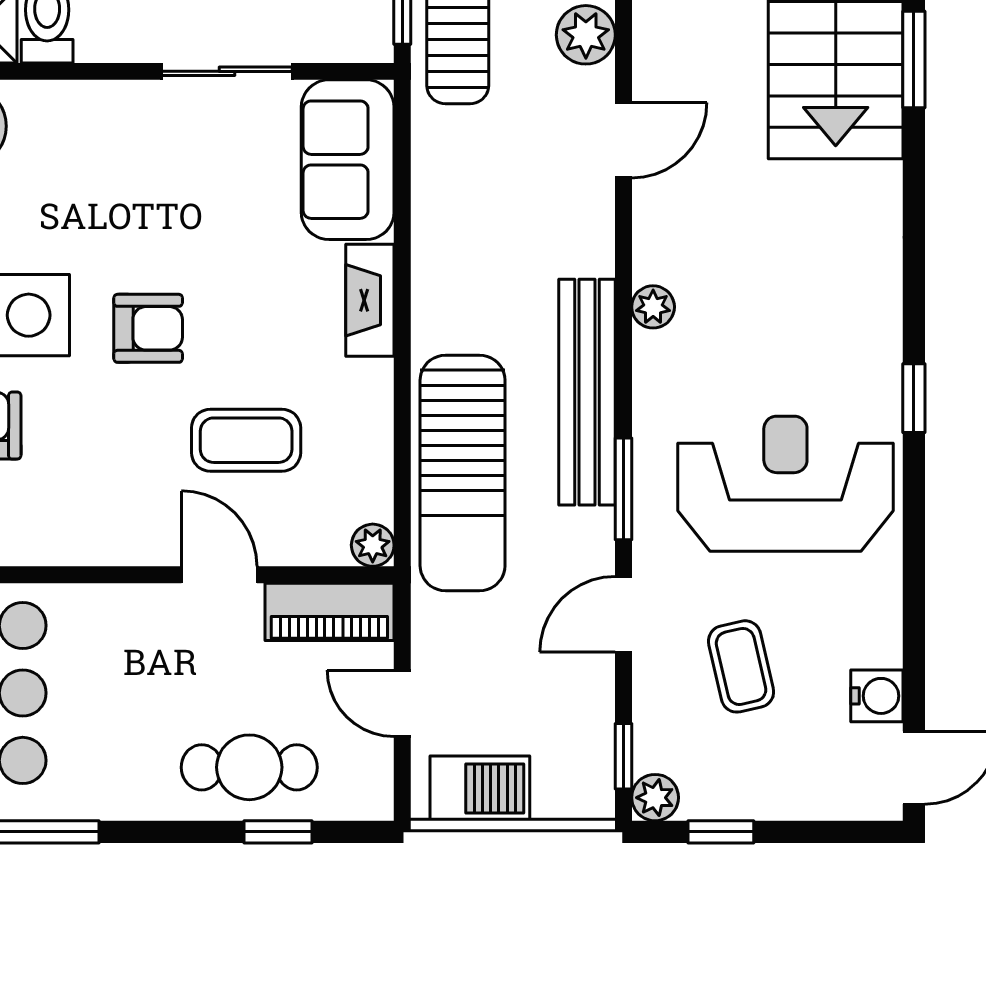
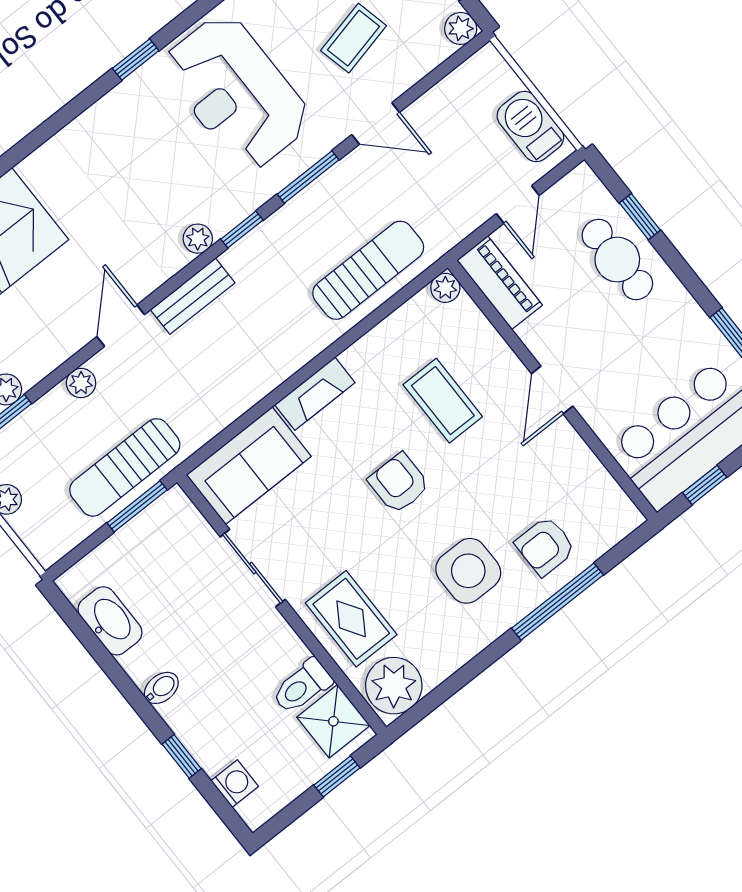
plant: (586, 35) -> (81, 383), width x0.73, depth x0.73
rug: (80, 138) -> (351, 619), added
door: (623, 140) -> (121, 326), hinge flipped
armchair: (148, 328) -> (399, 483), moved
bench: (587, 392) -> (193, 296), moved, width x0.54, depth x0.82
sun lounger: (463, 473) -> (368, 270), width x0.73, depth x0.75
door: (219, 575) -> (552, 390), moved
window: (623, 756) -> (242, 230), moved

